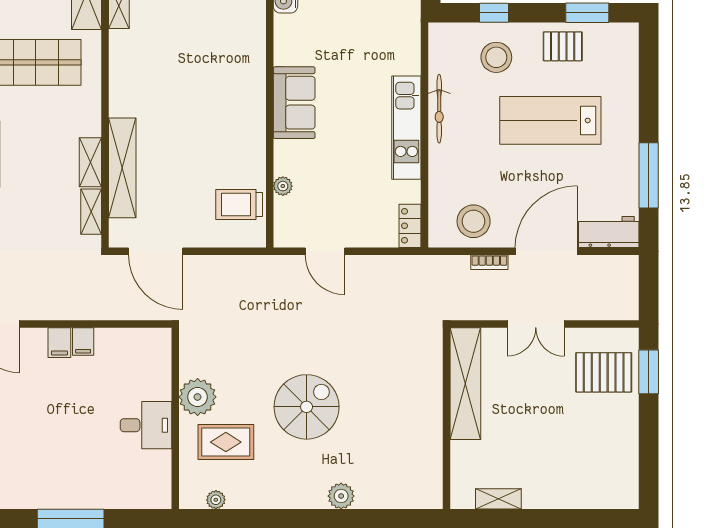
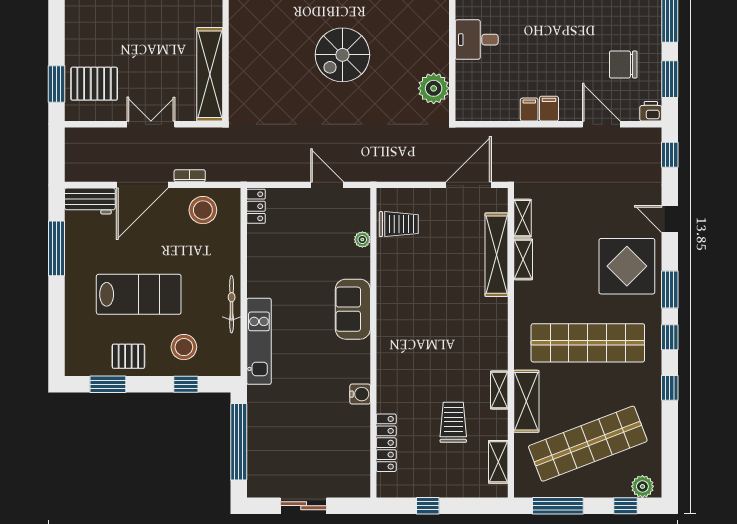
kitchen unit: (406, 128) -> (259, 341), moved
door: (156, 251) -> (469, 185), hinge flipped
plant: (198, 397) -> (434, 88), moved
rug: (226, 442) -> (410, 25), removed

